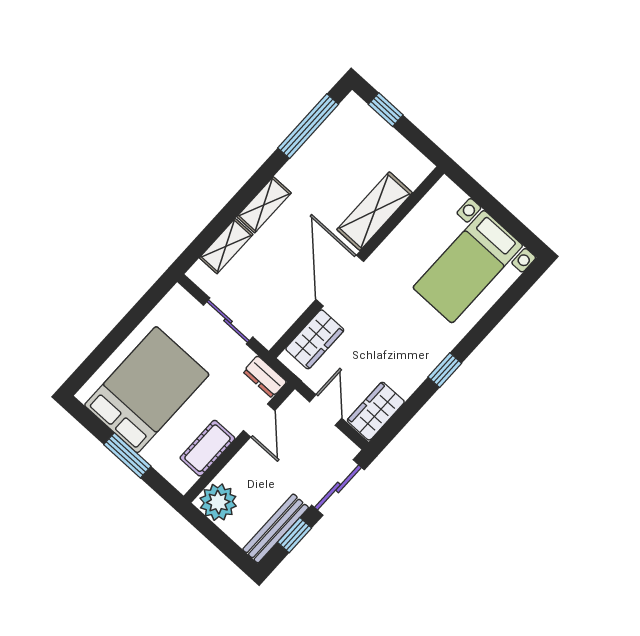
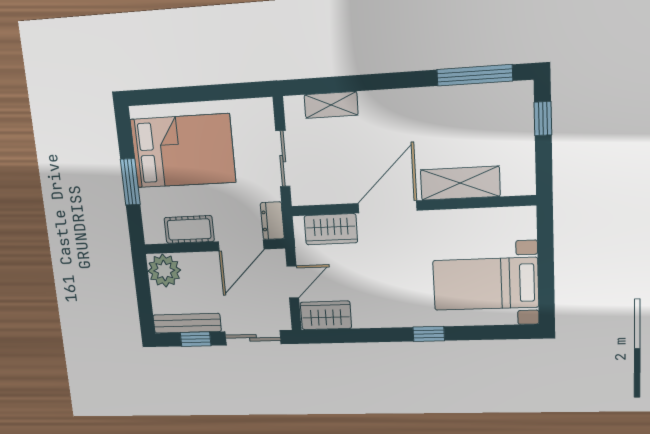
shelving: (264, 205) -> (386, 102), removed
window: (445, 370) -> (429, 334), moved
door: (259, 421) -> (241, 245), width x1.38

